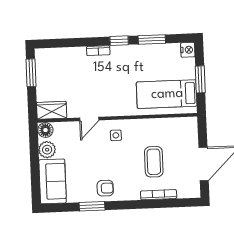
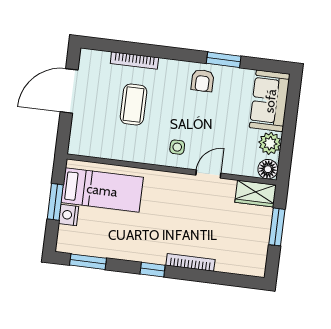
window: (152, 39) -> (88, 262), moved
nightstand: (188, 50) -> (69, 215), moved
bookcase: (98, 51) -> (190, 262), width x1.56
window: (31, 73) -> (277, 227), moved
armchair: (105, 188) -> (203, 81), turned -90

